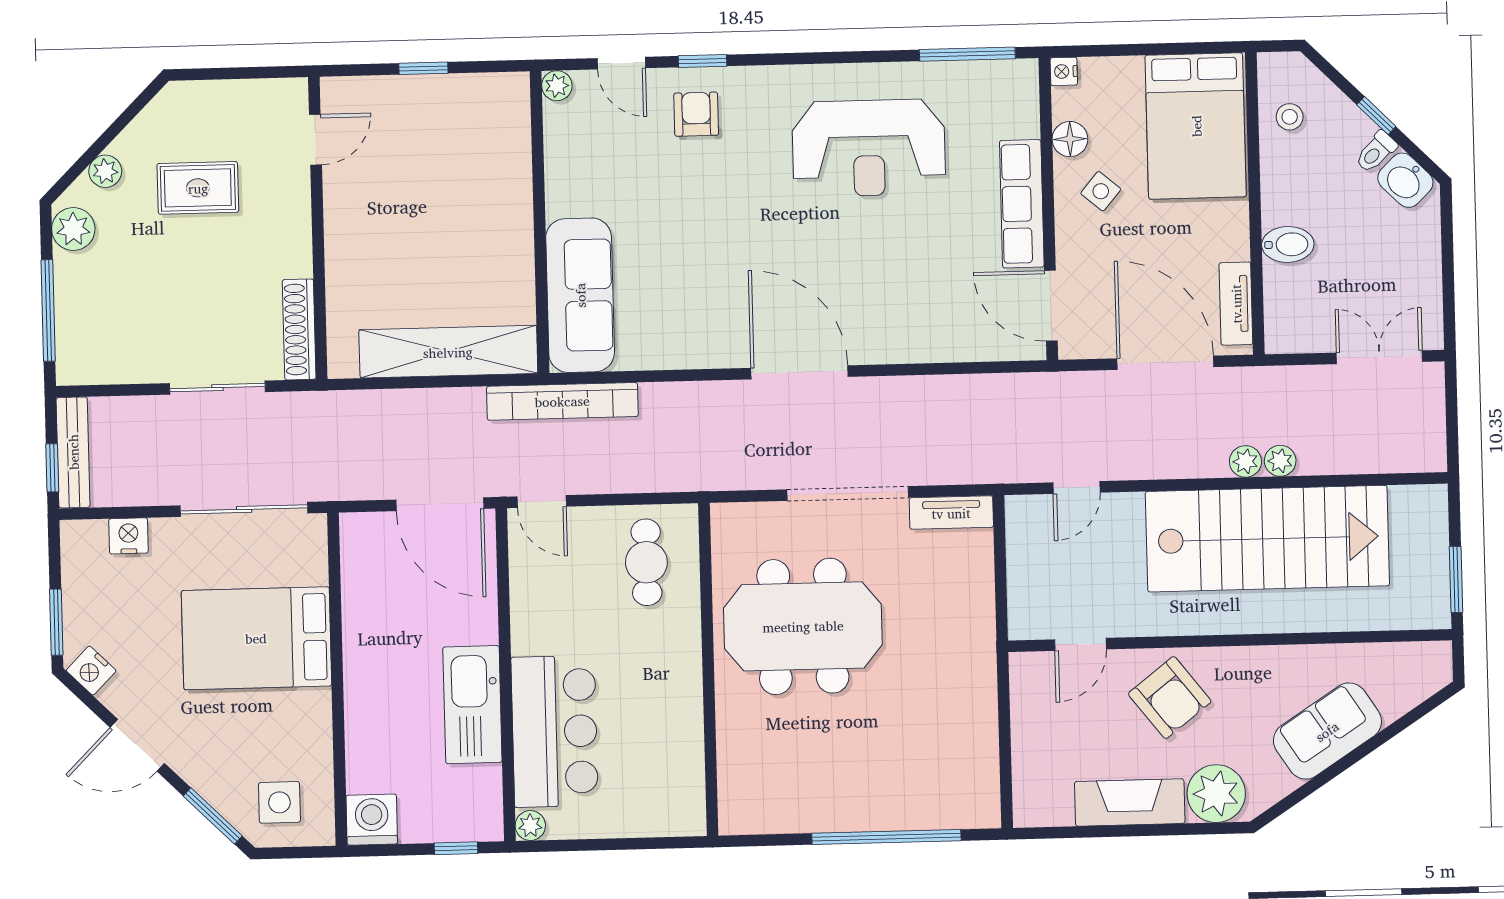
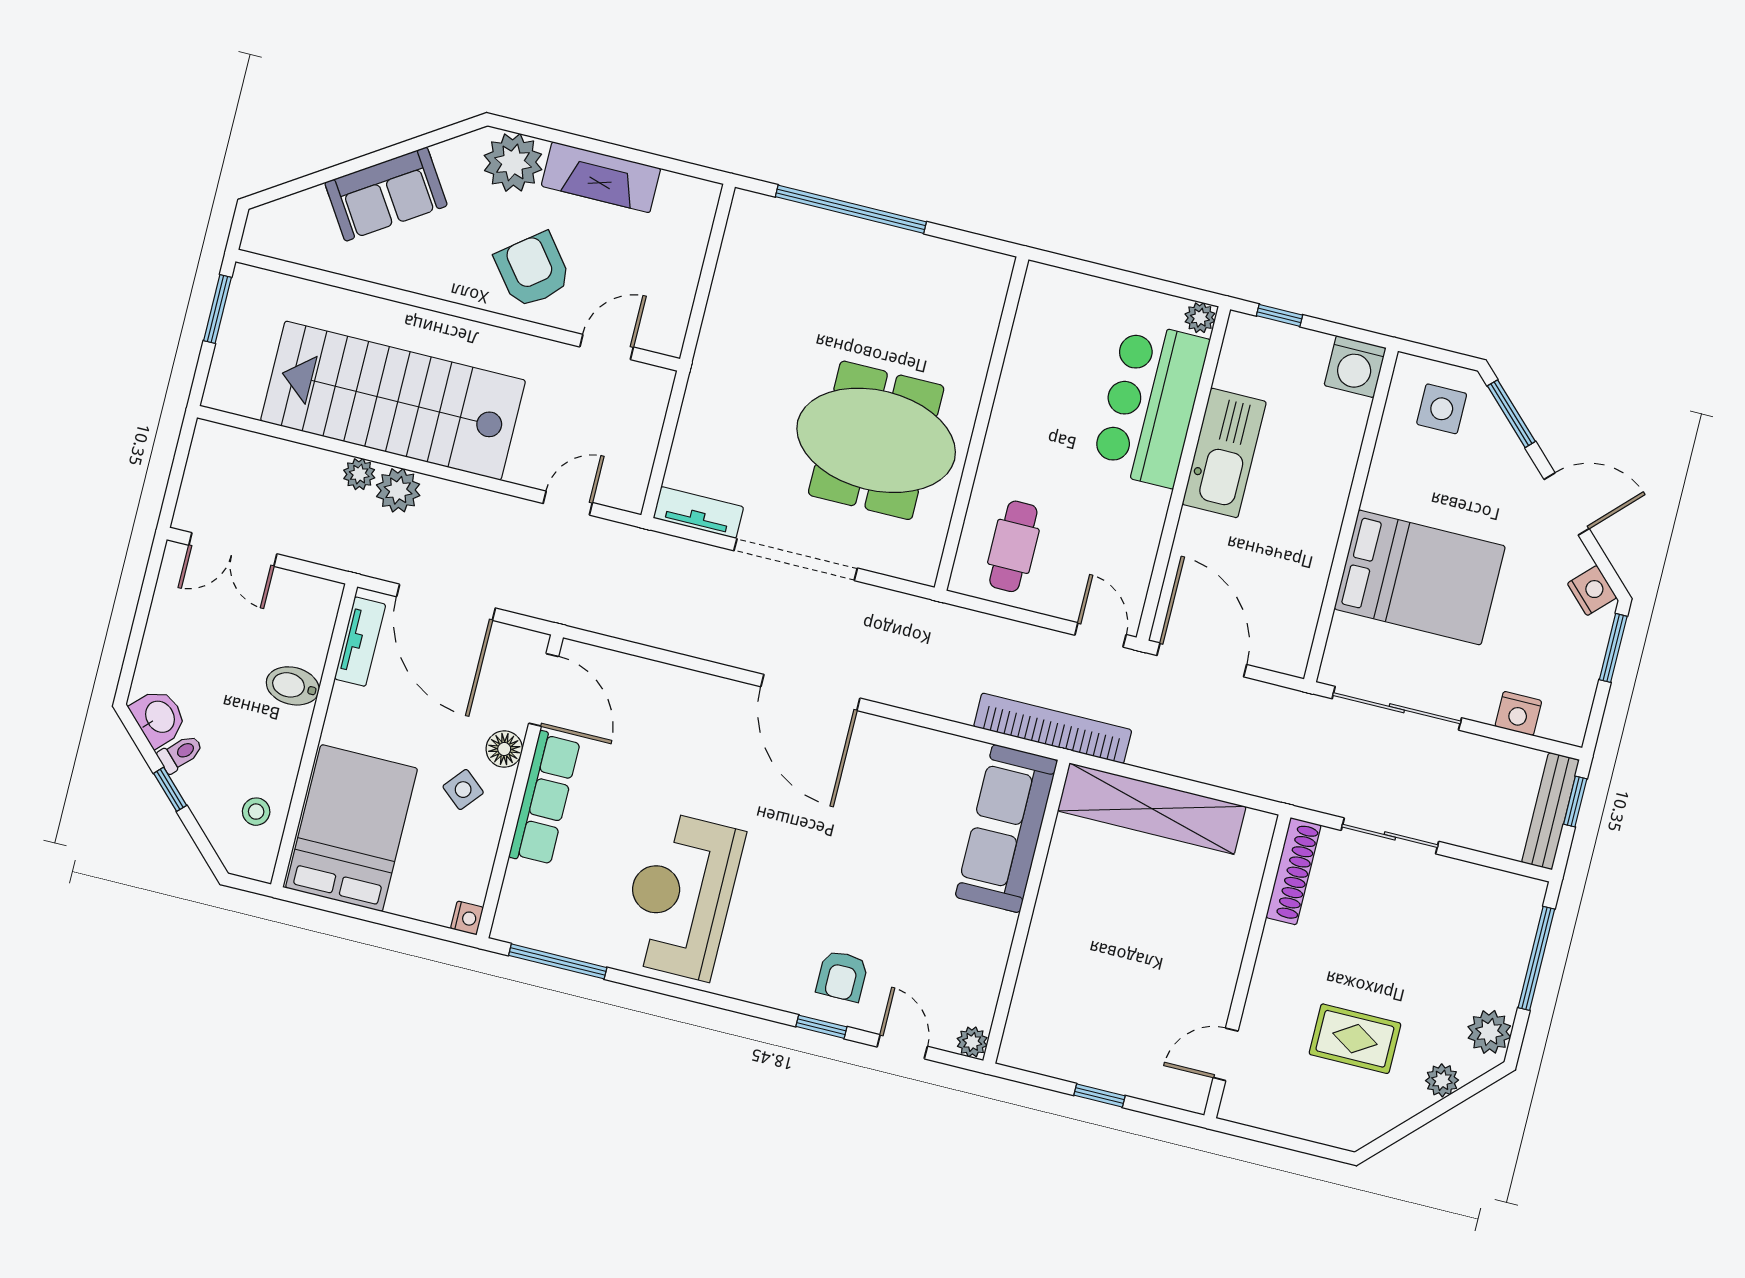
floor lamp: (1070, 139) -> (504, 749), moved
reception desk: (869, 148) -> (681, 895), turned -90
plant: (1245, 461) -> (398, 490), width x1.38, depth x1.38

